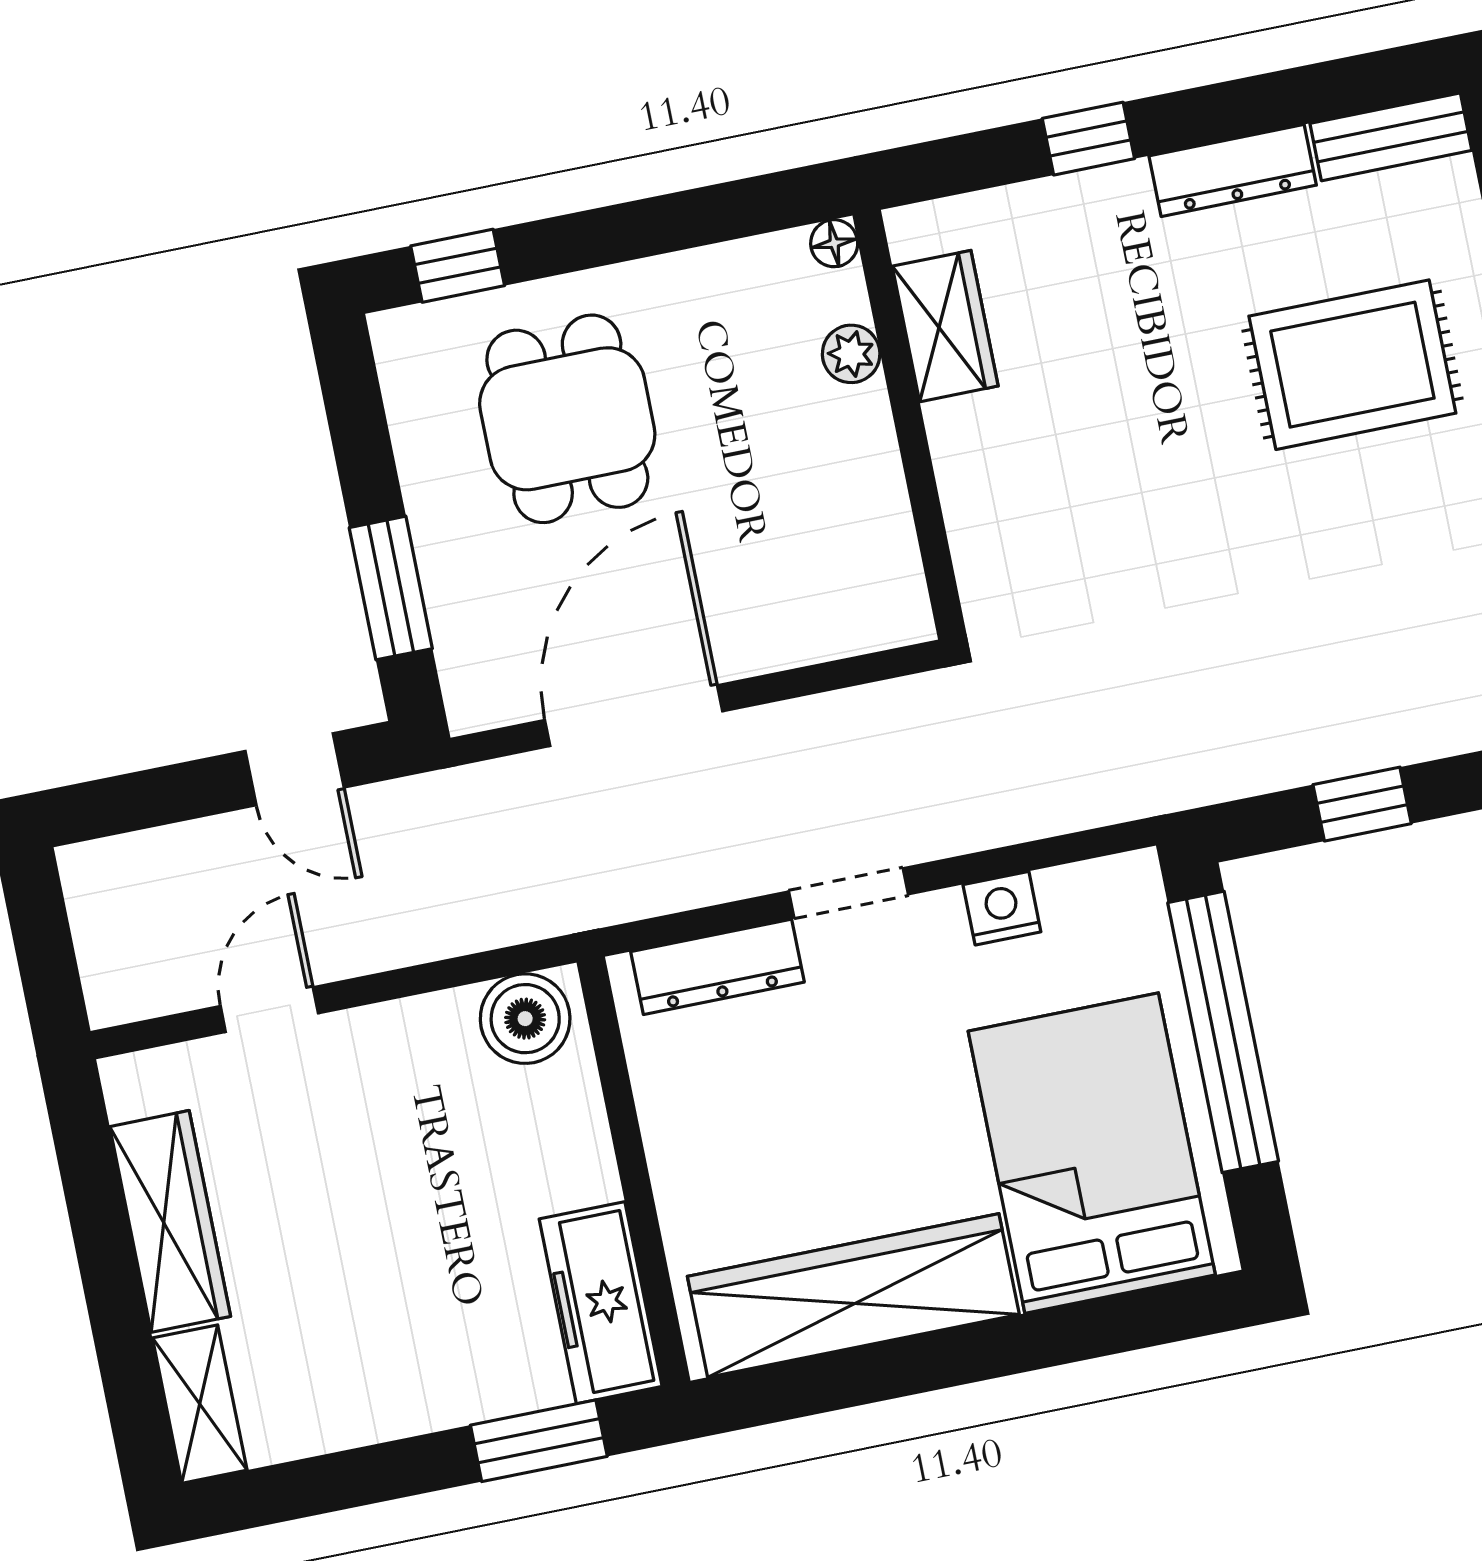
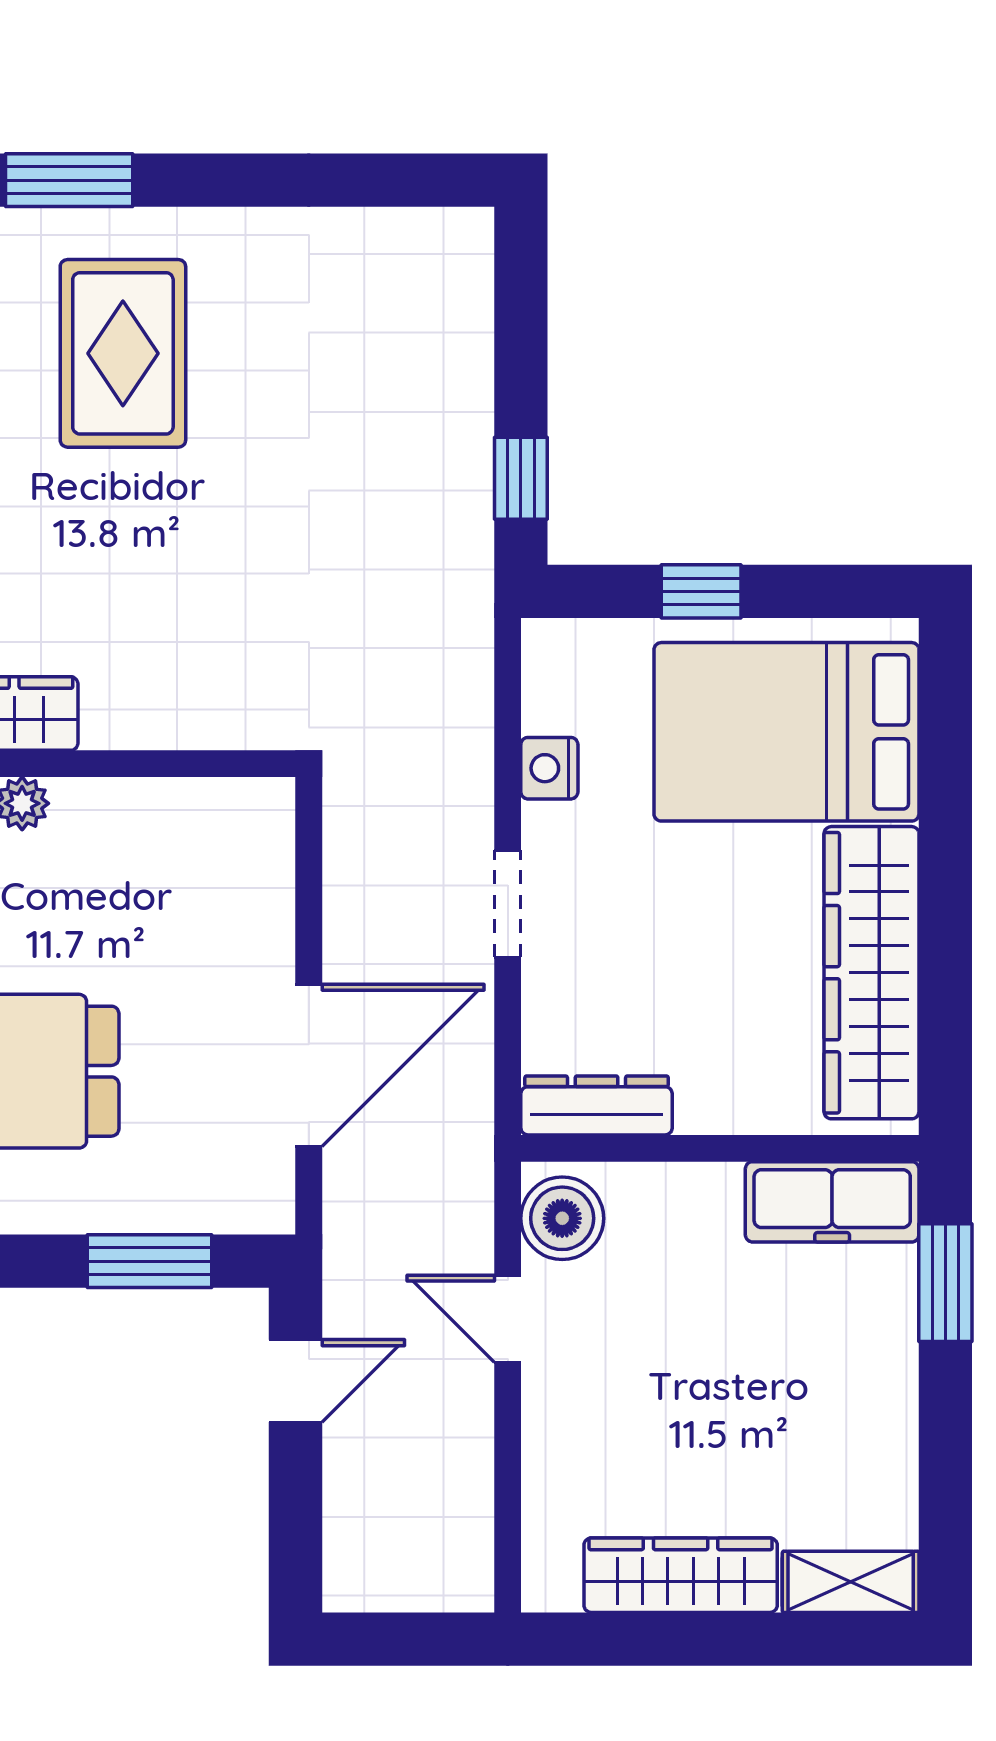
door: (634, 716) -> (309, 1065), swing flipped
window: (1362, 804) -> (521, 478), moved
dresser: (717, 967) -> (597, 1105), moved, turned -90
door: (269, 1010) -> (508, 1319), moved
window: (1223, 1032) -> (701, 591), width x0.32

